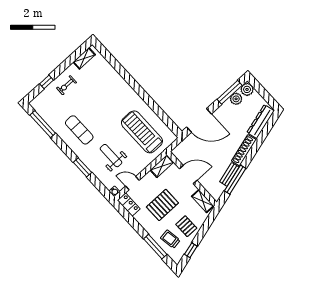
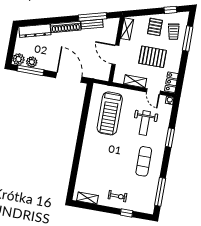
shelving: (162, 166) -> (135, 81), moved

